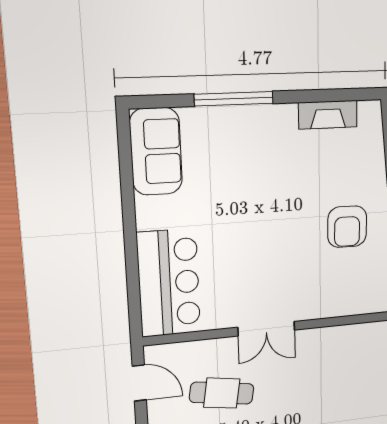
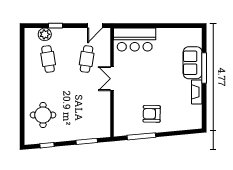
fireplace: (328, 115) -> (197, 92), moved
sofa: (156, 152) -> (193, 63), moved, turned 90

